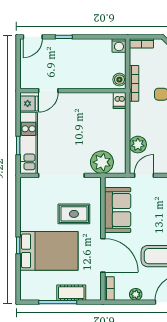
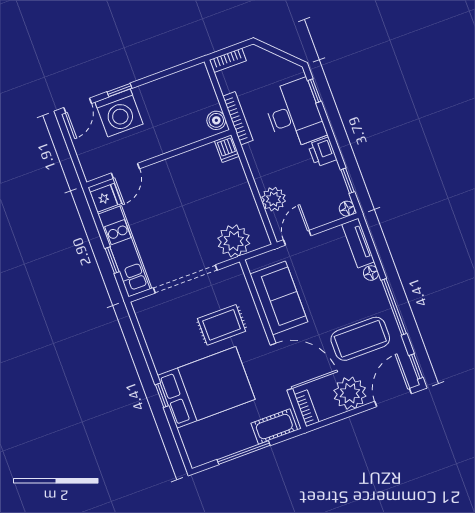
washing machine: (119, 45) -> (119, 113), moved, width x1.89, depth x1.89
cot: (71, 293) -> (274, 427), moved
plant: (136, 294) -> (350, 393), width x1.87, depth x1.87

